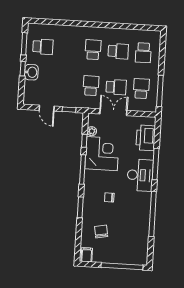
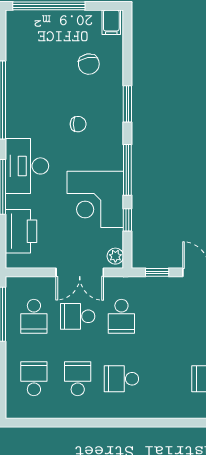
school desk: (93, 50) -> (121, 379), turned 90
school desk: (118, 51) -> (78, 379), turned 90
plant: (92, 131) -> (115, 256), moved

